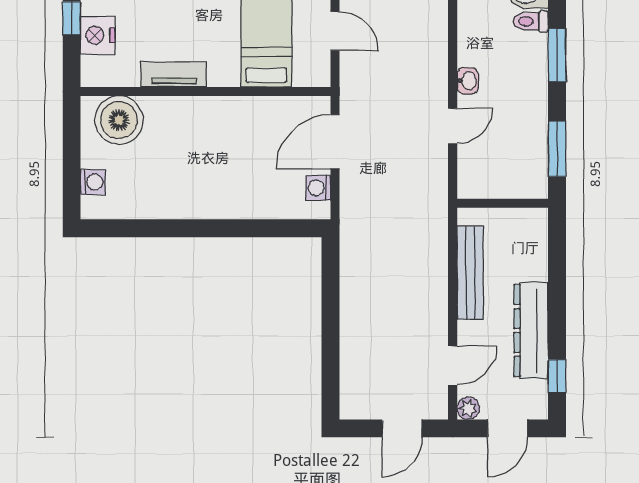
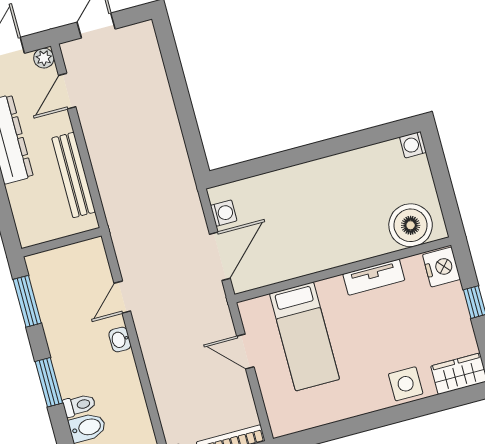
nightstand: (98, 35) -> (441, 267), moved
washing machine: (93, 182) -> (413, 145), moved

